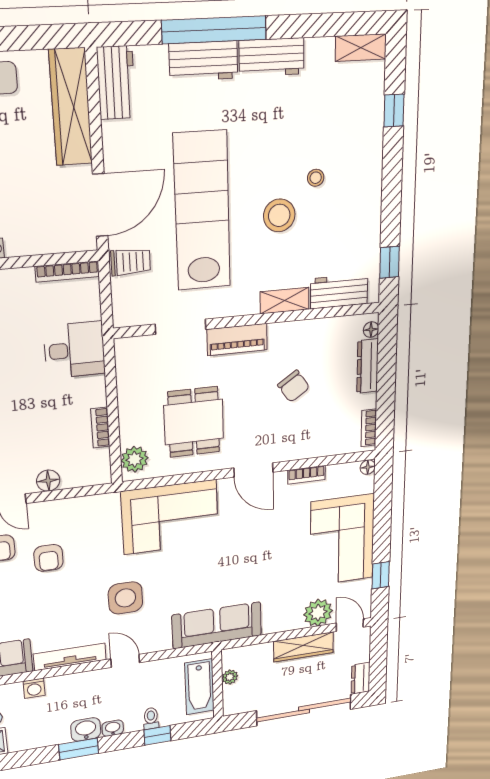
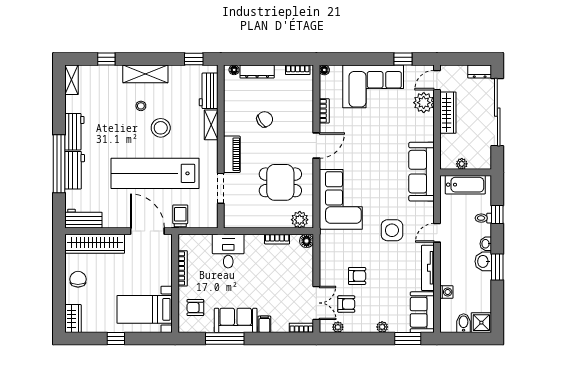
shelving: (368, 182) -> (145, 74), added
bookcase: (67, 271) -> (183, 268), moved
floor lamp: (48, 481) -> (307, 241), moved

